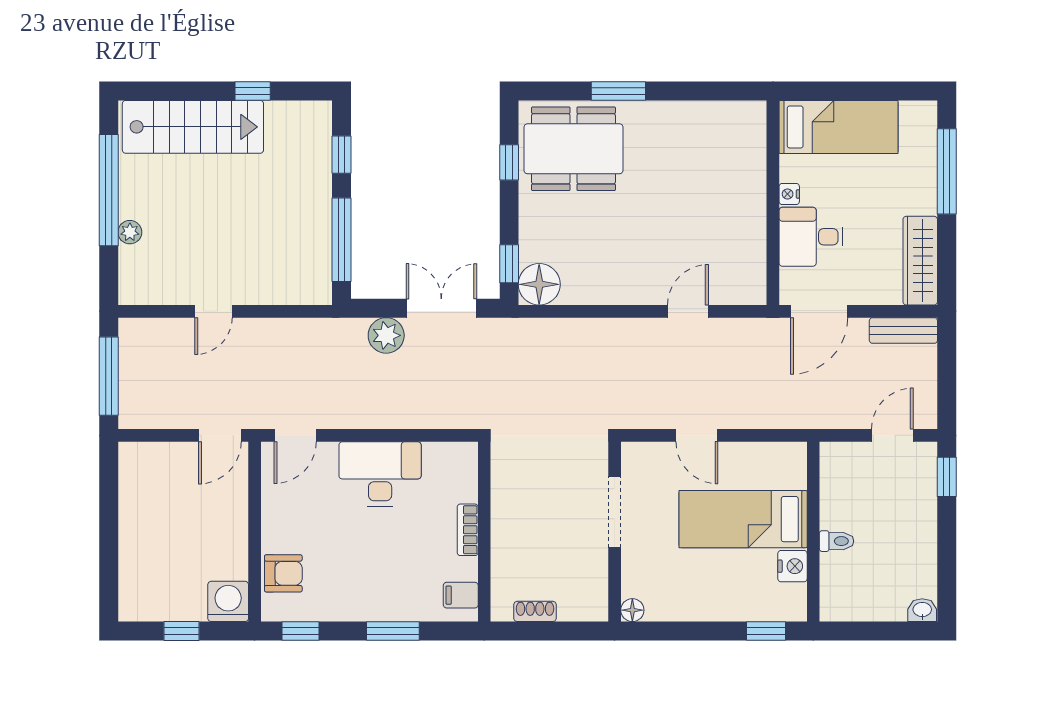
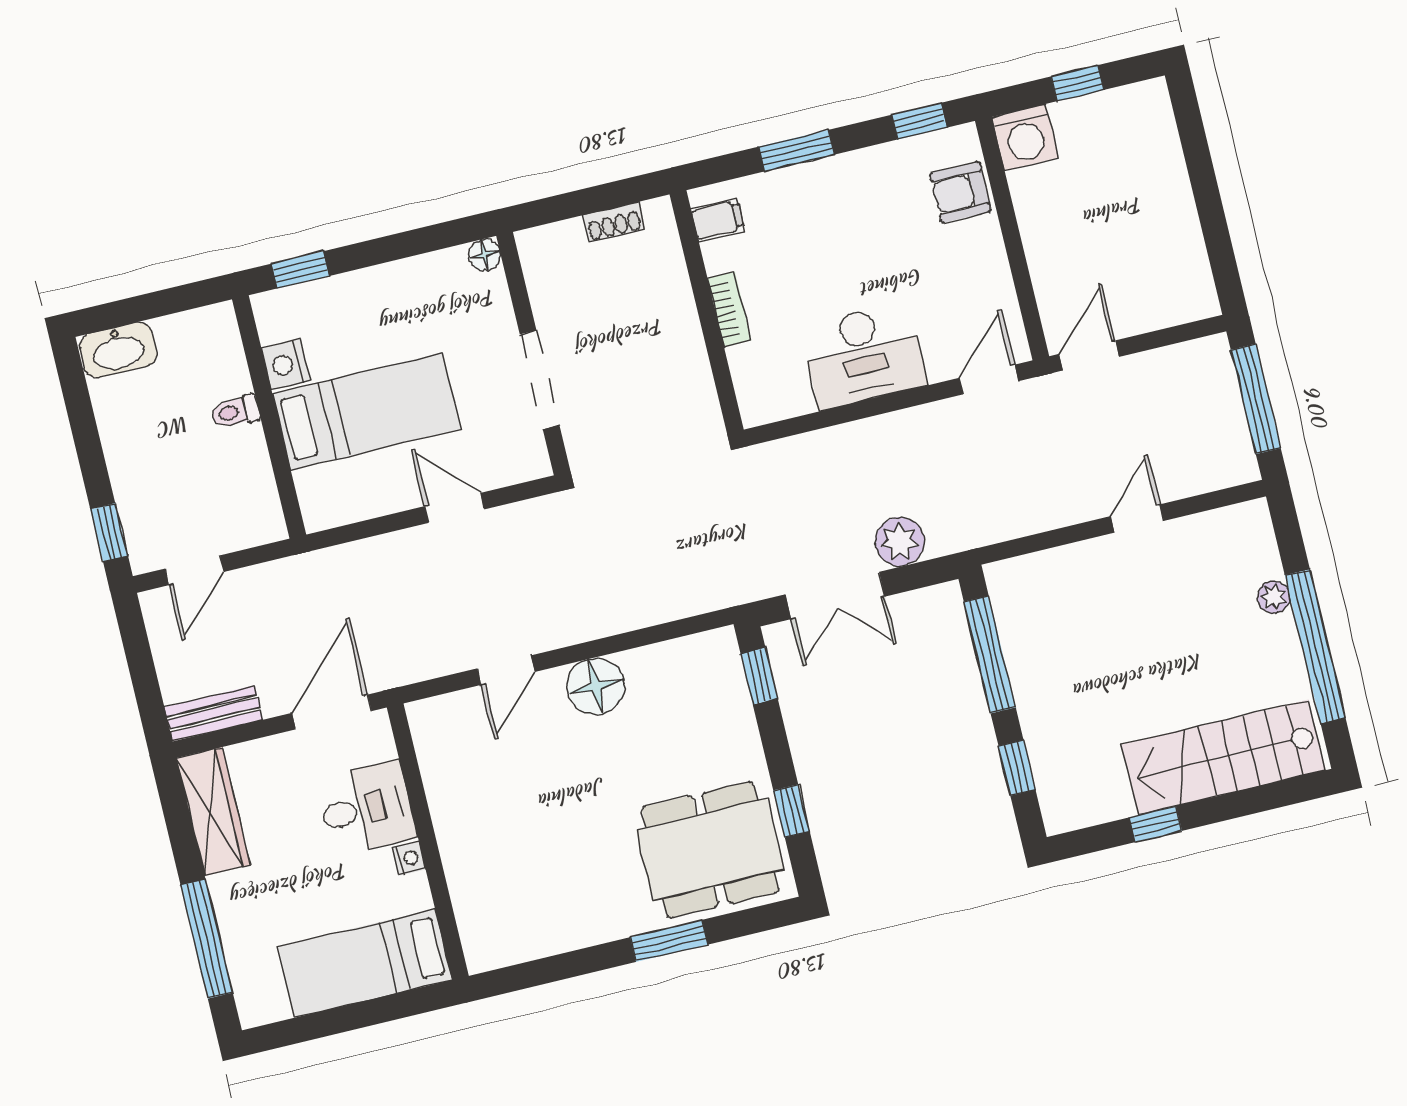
floor lamp: (539, 284) -> (596, 687), moved
washbasin: (922, 610) -> (118, 350), width x1.91, depth x1.45

